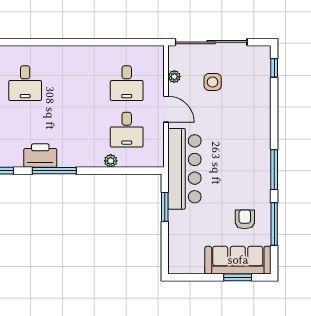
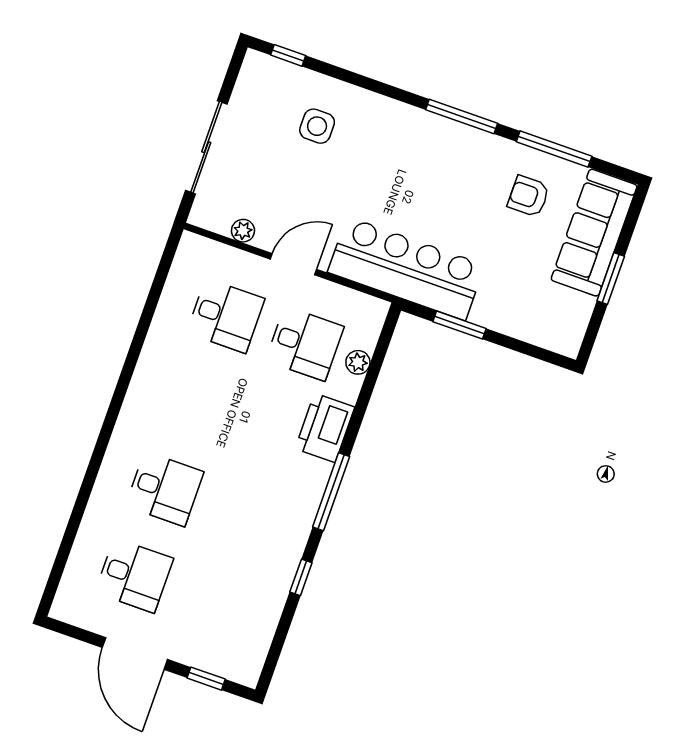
sliding door: (211, 42) -> (206, 147), width x0.73
side table: (213, 82) -> (317, 126), moved
printer: (40, 156) -> (325, 428), moved
plant: (111, 161) -> (358, 362), moved
window: (238, 277) -> (611, 279), moved

